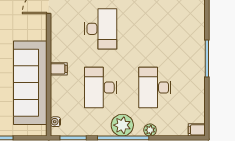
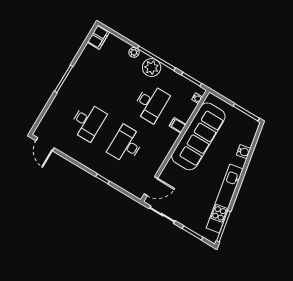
filing cabinet: (59, 69) -> (178, 125), moved
desk: (155, 88) -> (88, 122), moved
filing cabinet: (197, 130) -> (98, 37), width x2.00

